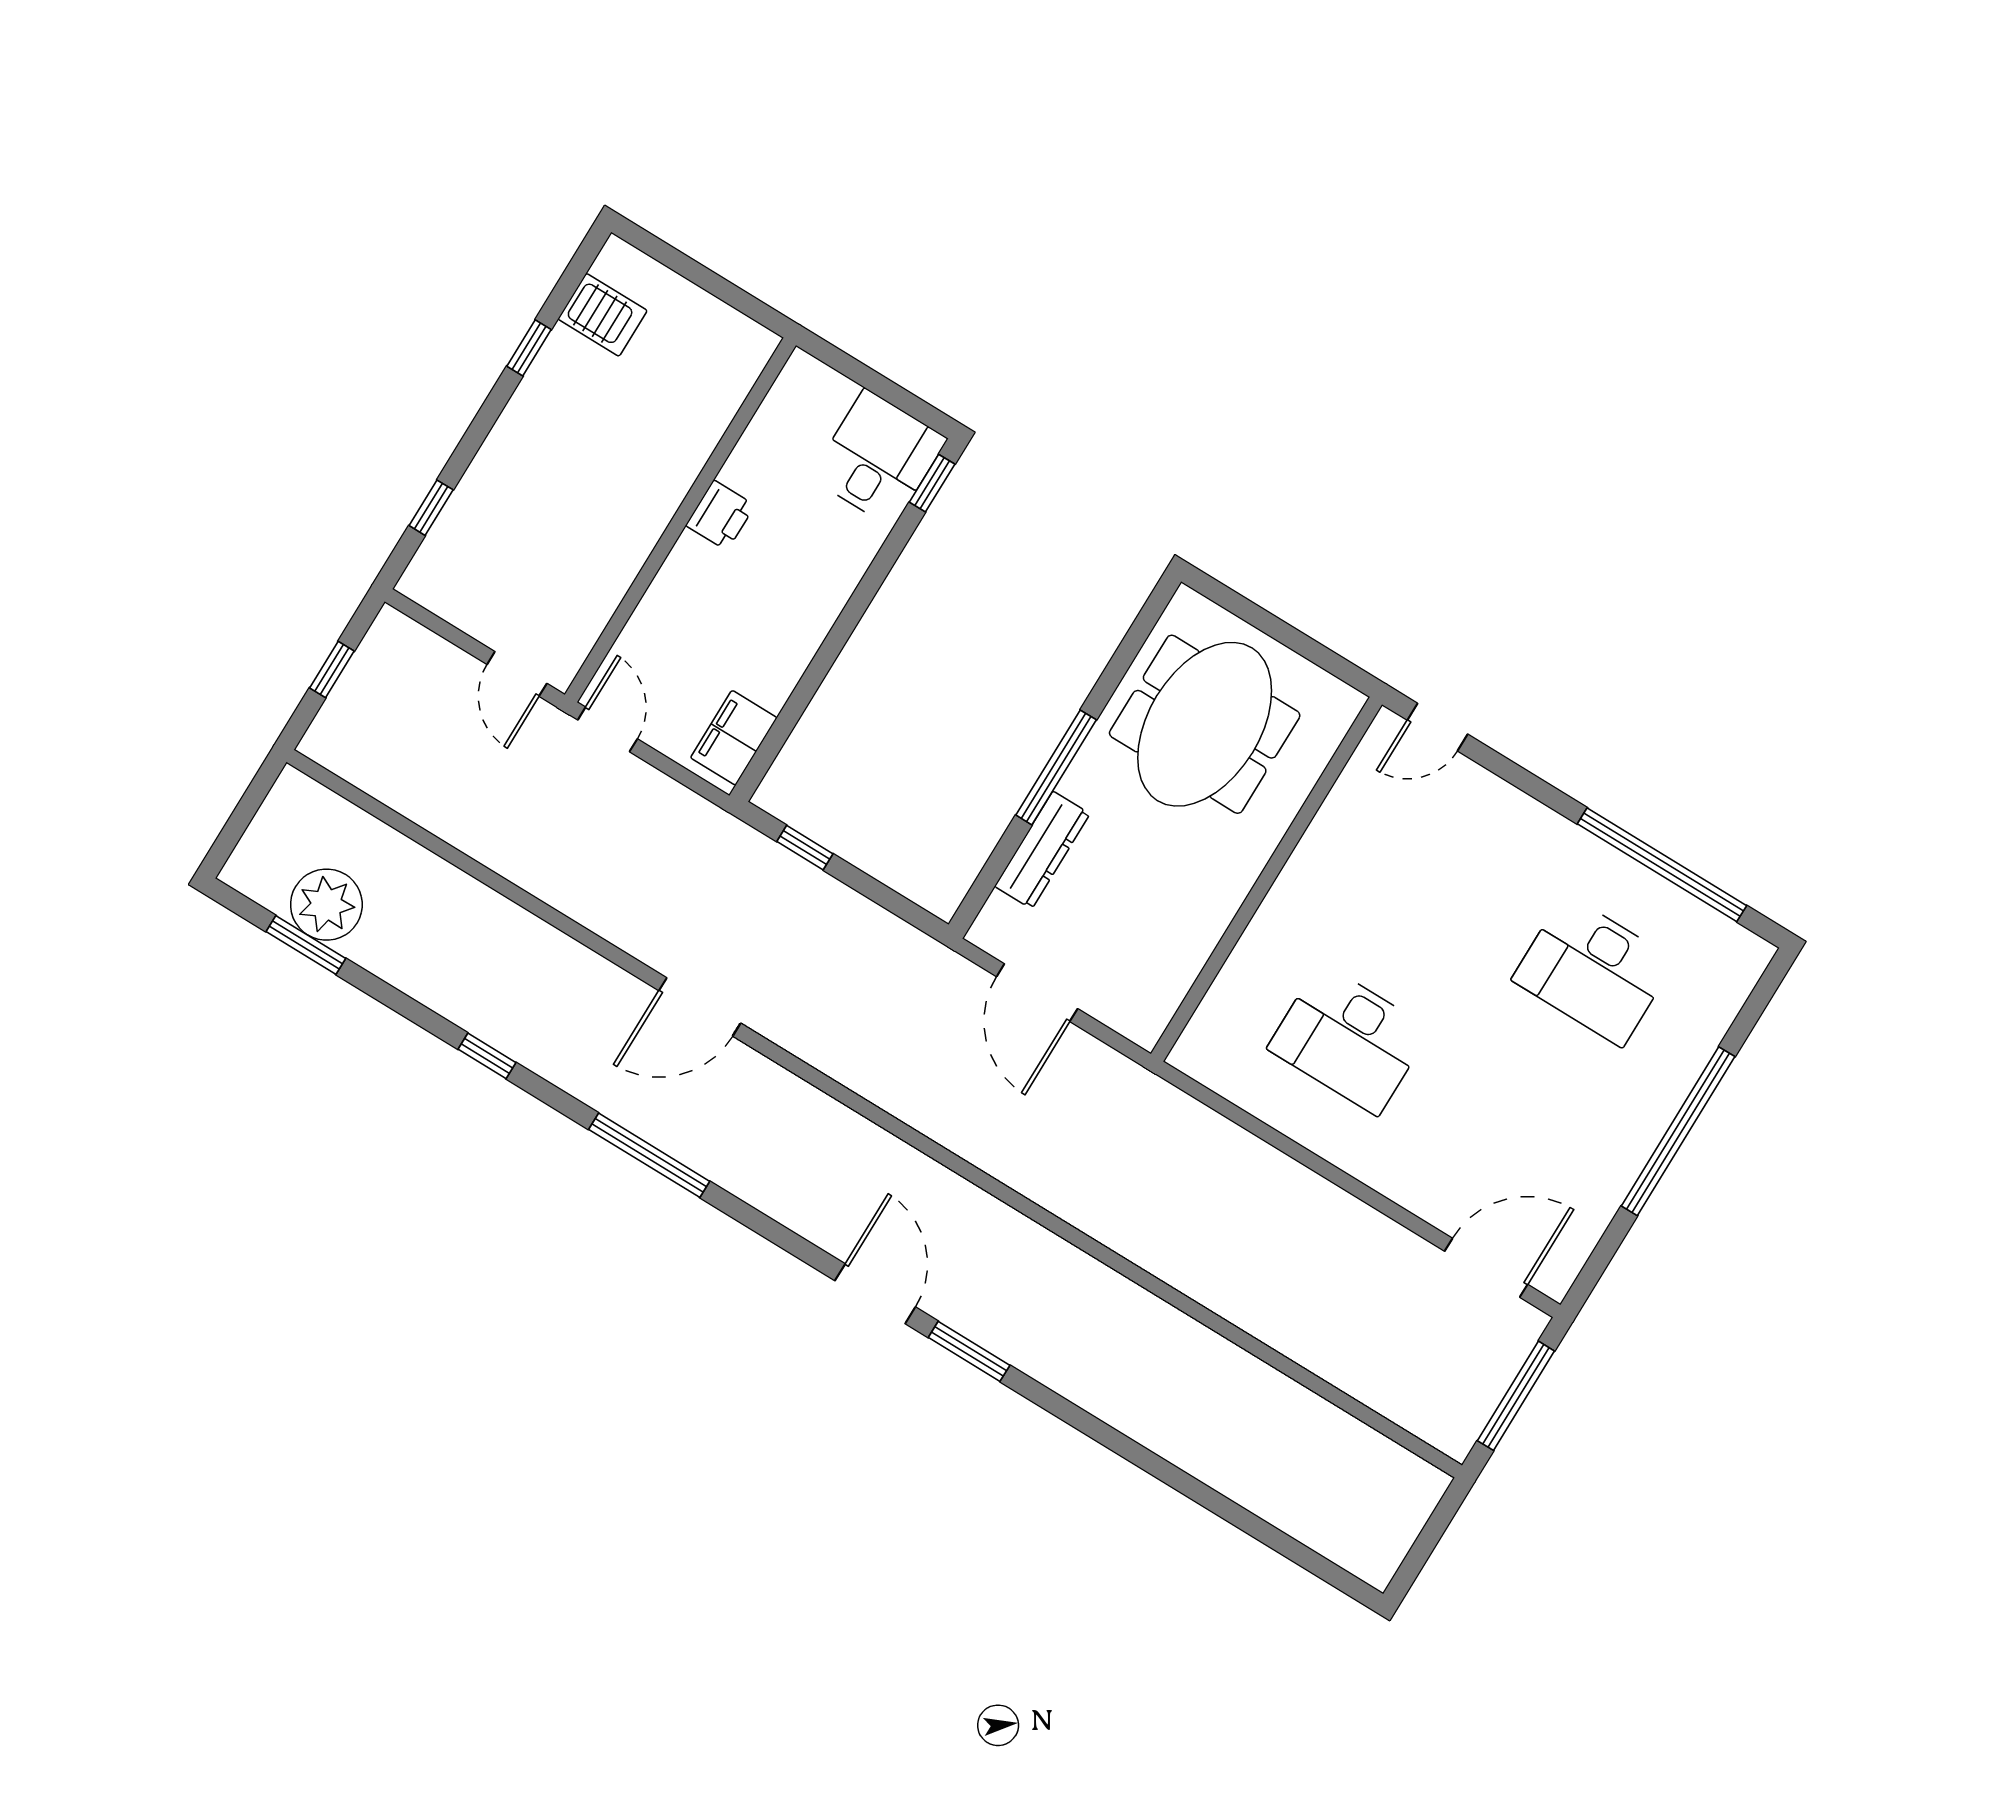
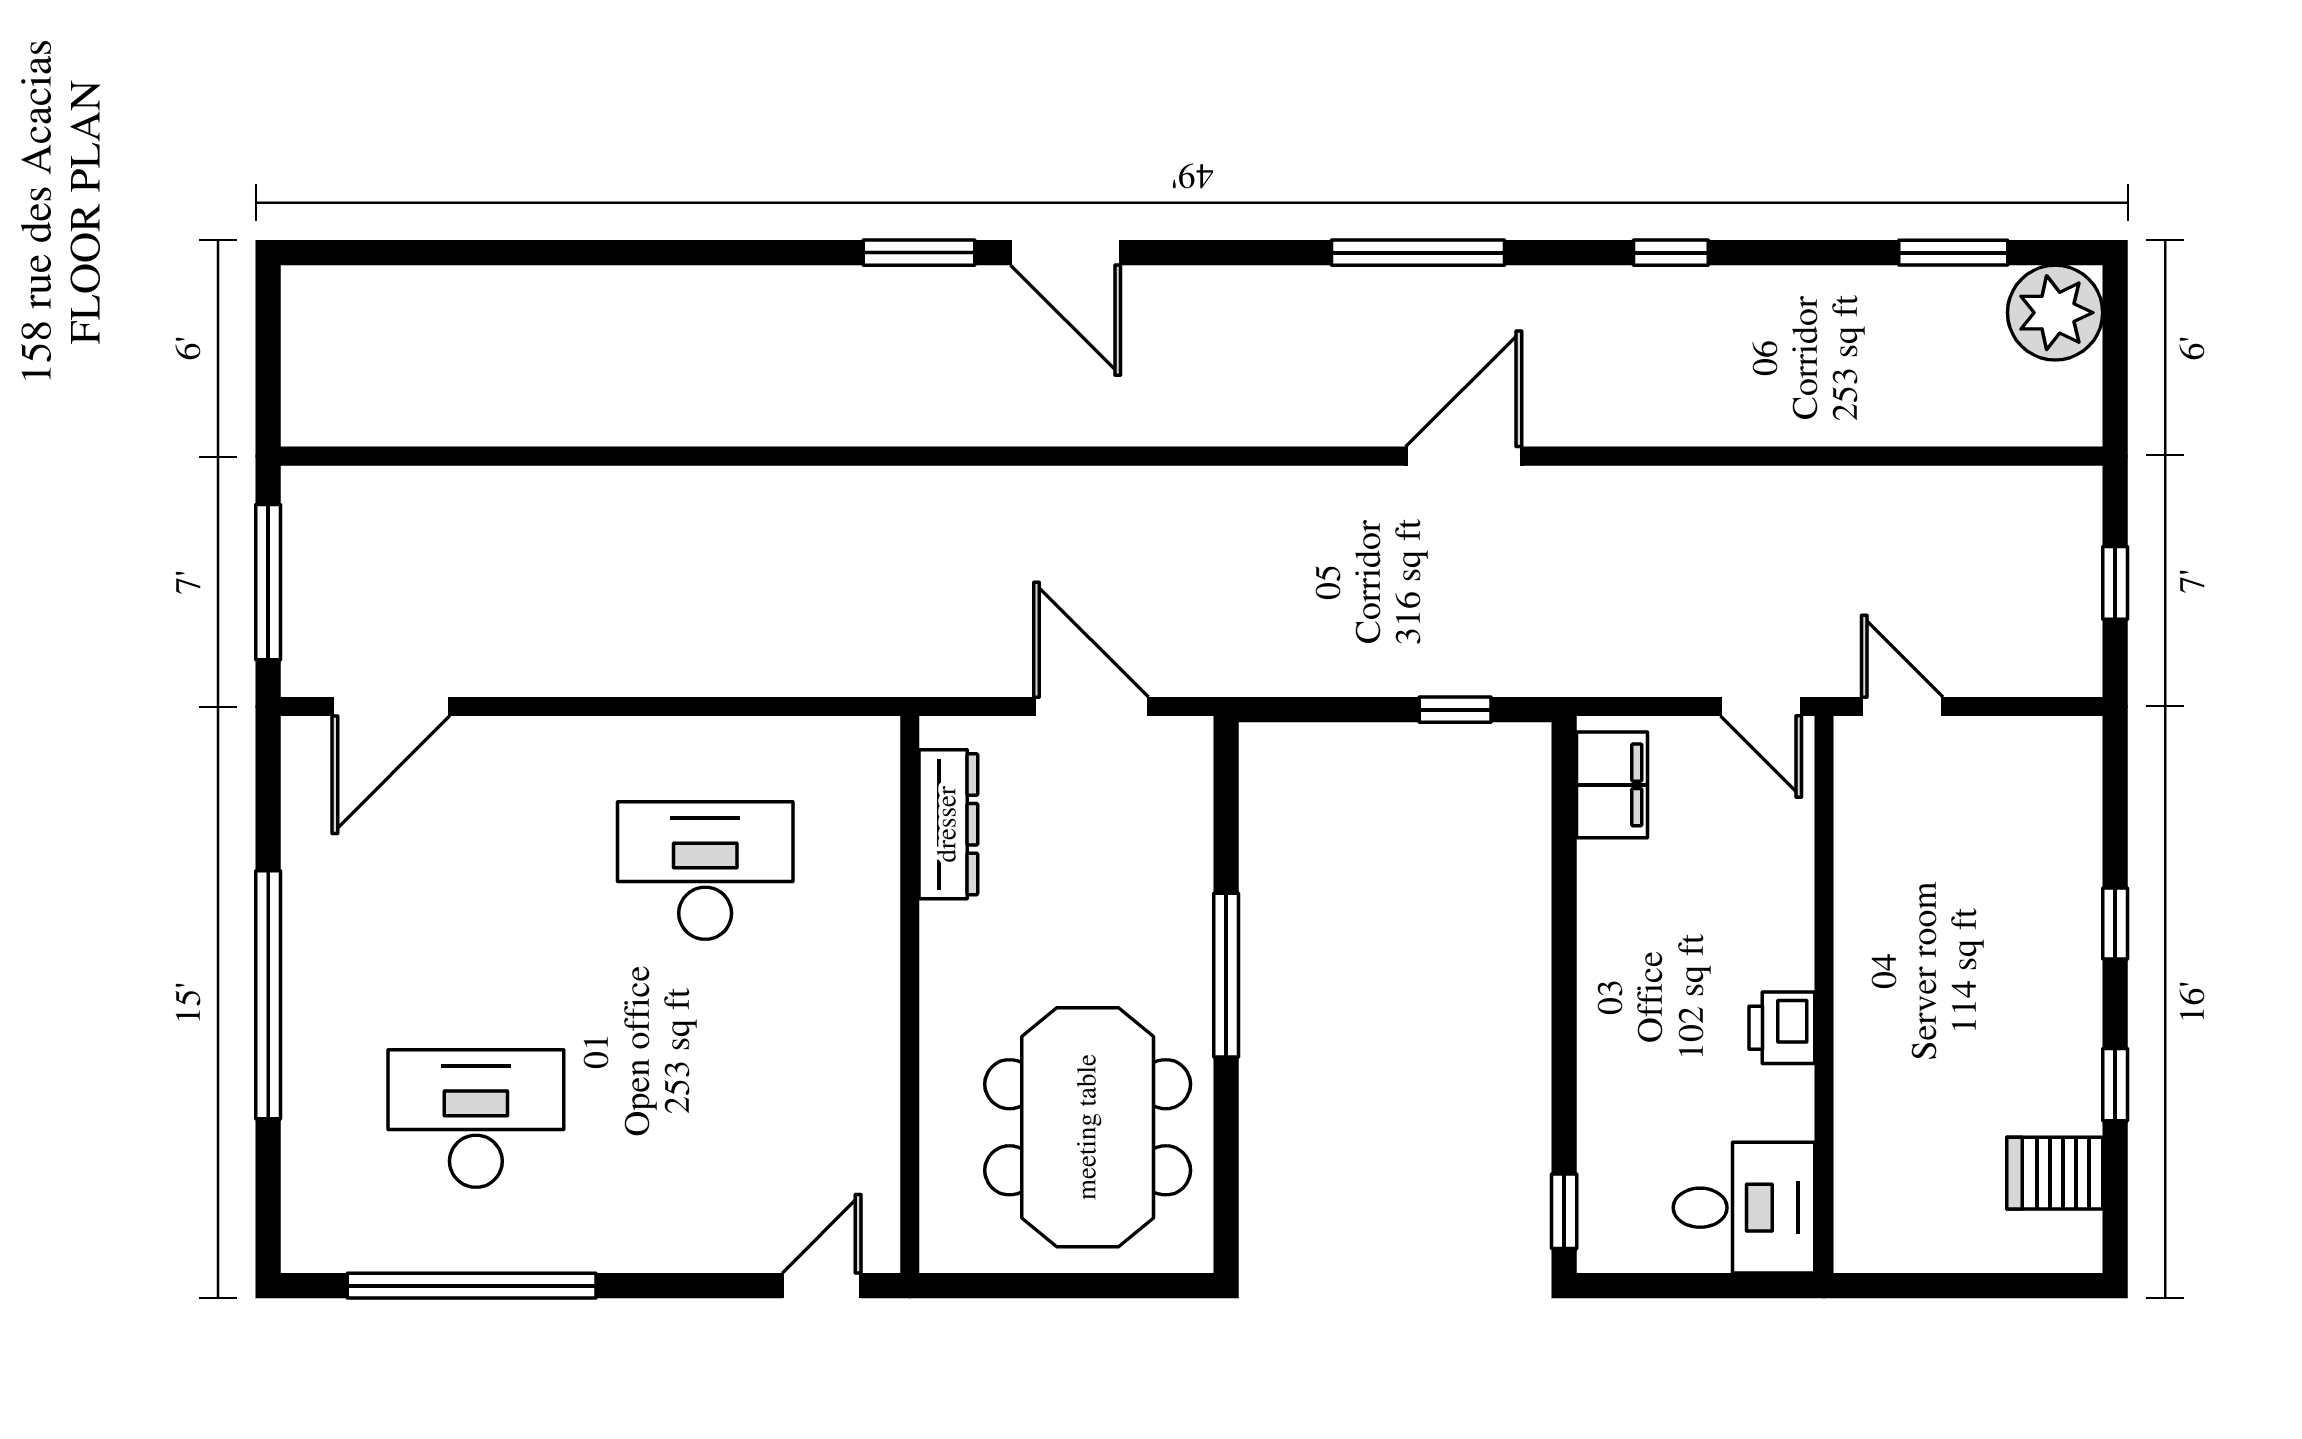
desk: (879, 458) -> (1744, 1208), moved, turned -90
window: (431, 508) -> (2115, 923), moved
dresser: (1042, 850) -> (948, 824), moved, turned 180
plant: (326, 905) -> (2055, 313), moved

